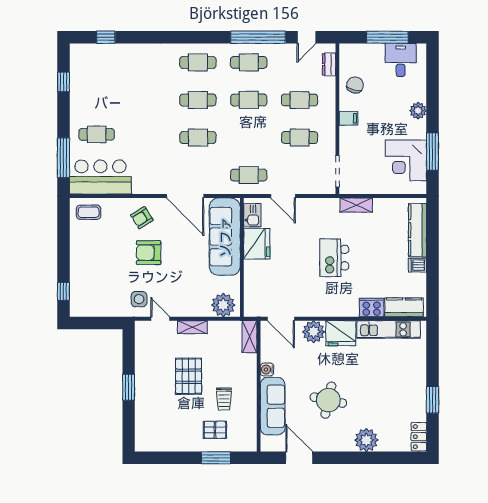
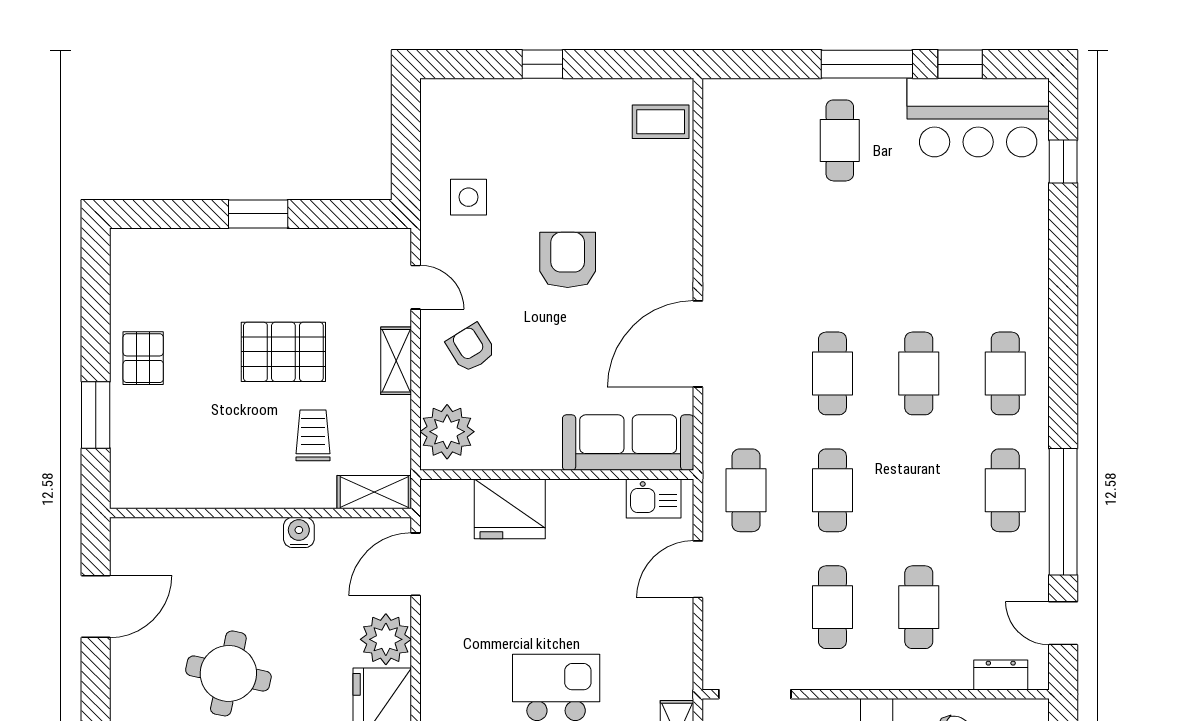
cafe table: (249, 100) -> (832, 490), moved
window: (63, 158) -> (867, 64), moved
bar counter: (100, 177) -> (978, 118), moved, turned 90
coffee table: (89, 212) -> (661, 122), turned 90
armchair: (142, 218) -> (471, 348), moved
sofa: (225, 237) -> (628, 443), width x0.74, depth x0.79
fridge: (257, 244) -> (510, 509), moved
window: (63, 291) -> (542, 64), moved
side table: (139, 299) -> (468, 197), moved
door: (160, 319) -> (416, 287), hinge flipped
trolley: (224, 399) -> (313, 435), moved, turned 90
sofa: (273, 406) -> (214, 545), removed
pallet: (215, 430) -> (143, 358), moved

